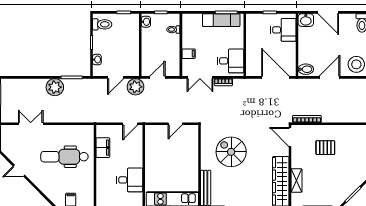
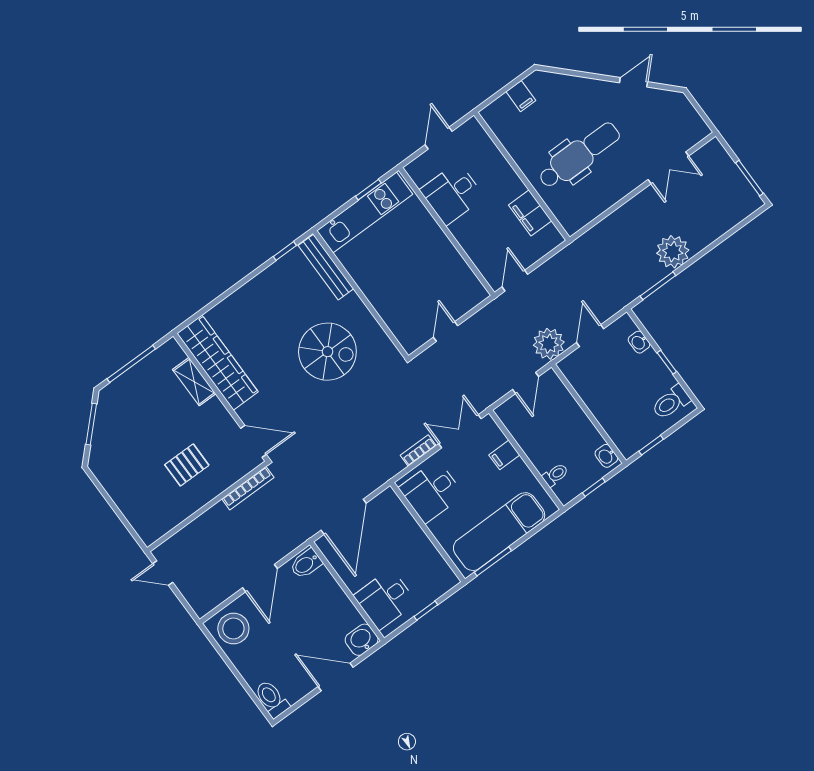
exam couch: (221, 20) -> (499, 532), width x1.36, depth x1.45
door: (275, 77) -> (344, 517), hinge flipped

